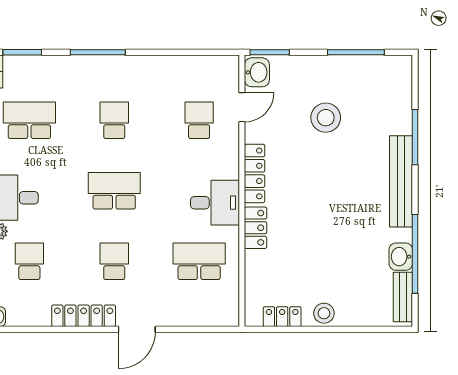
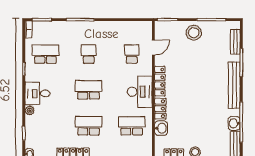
washbasin: (257, 72) -> (161, 128), moved
bench: (403, 96) -> (235, 42), added
stool: (326, 118) -> (194, 33), moved
desk: (215, 203) -> (140, 92), width x1.37
school desk: (29, 261) -> (45, 126), removed
school desk: (114, 261) -> (89, 126), width x1.85

